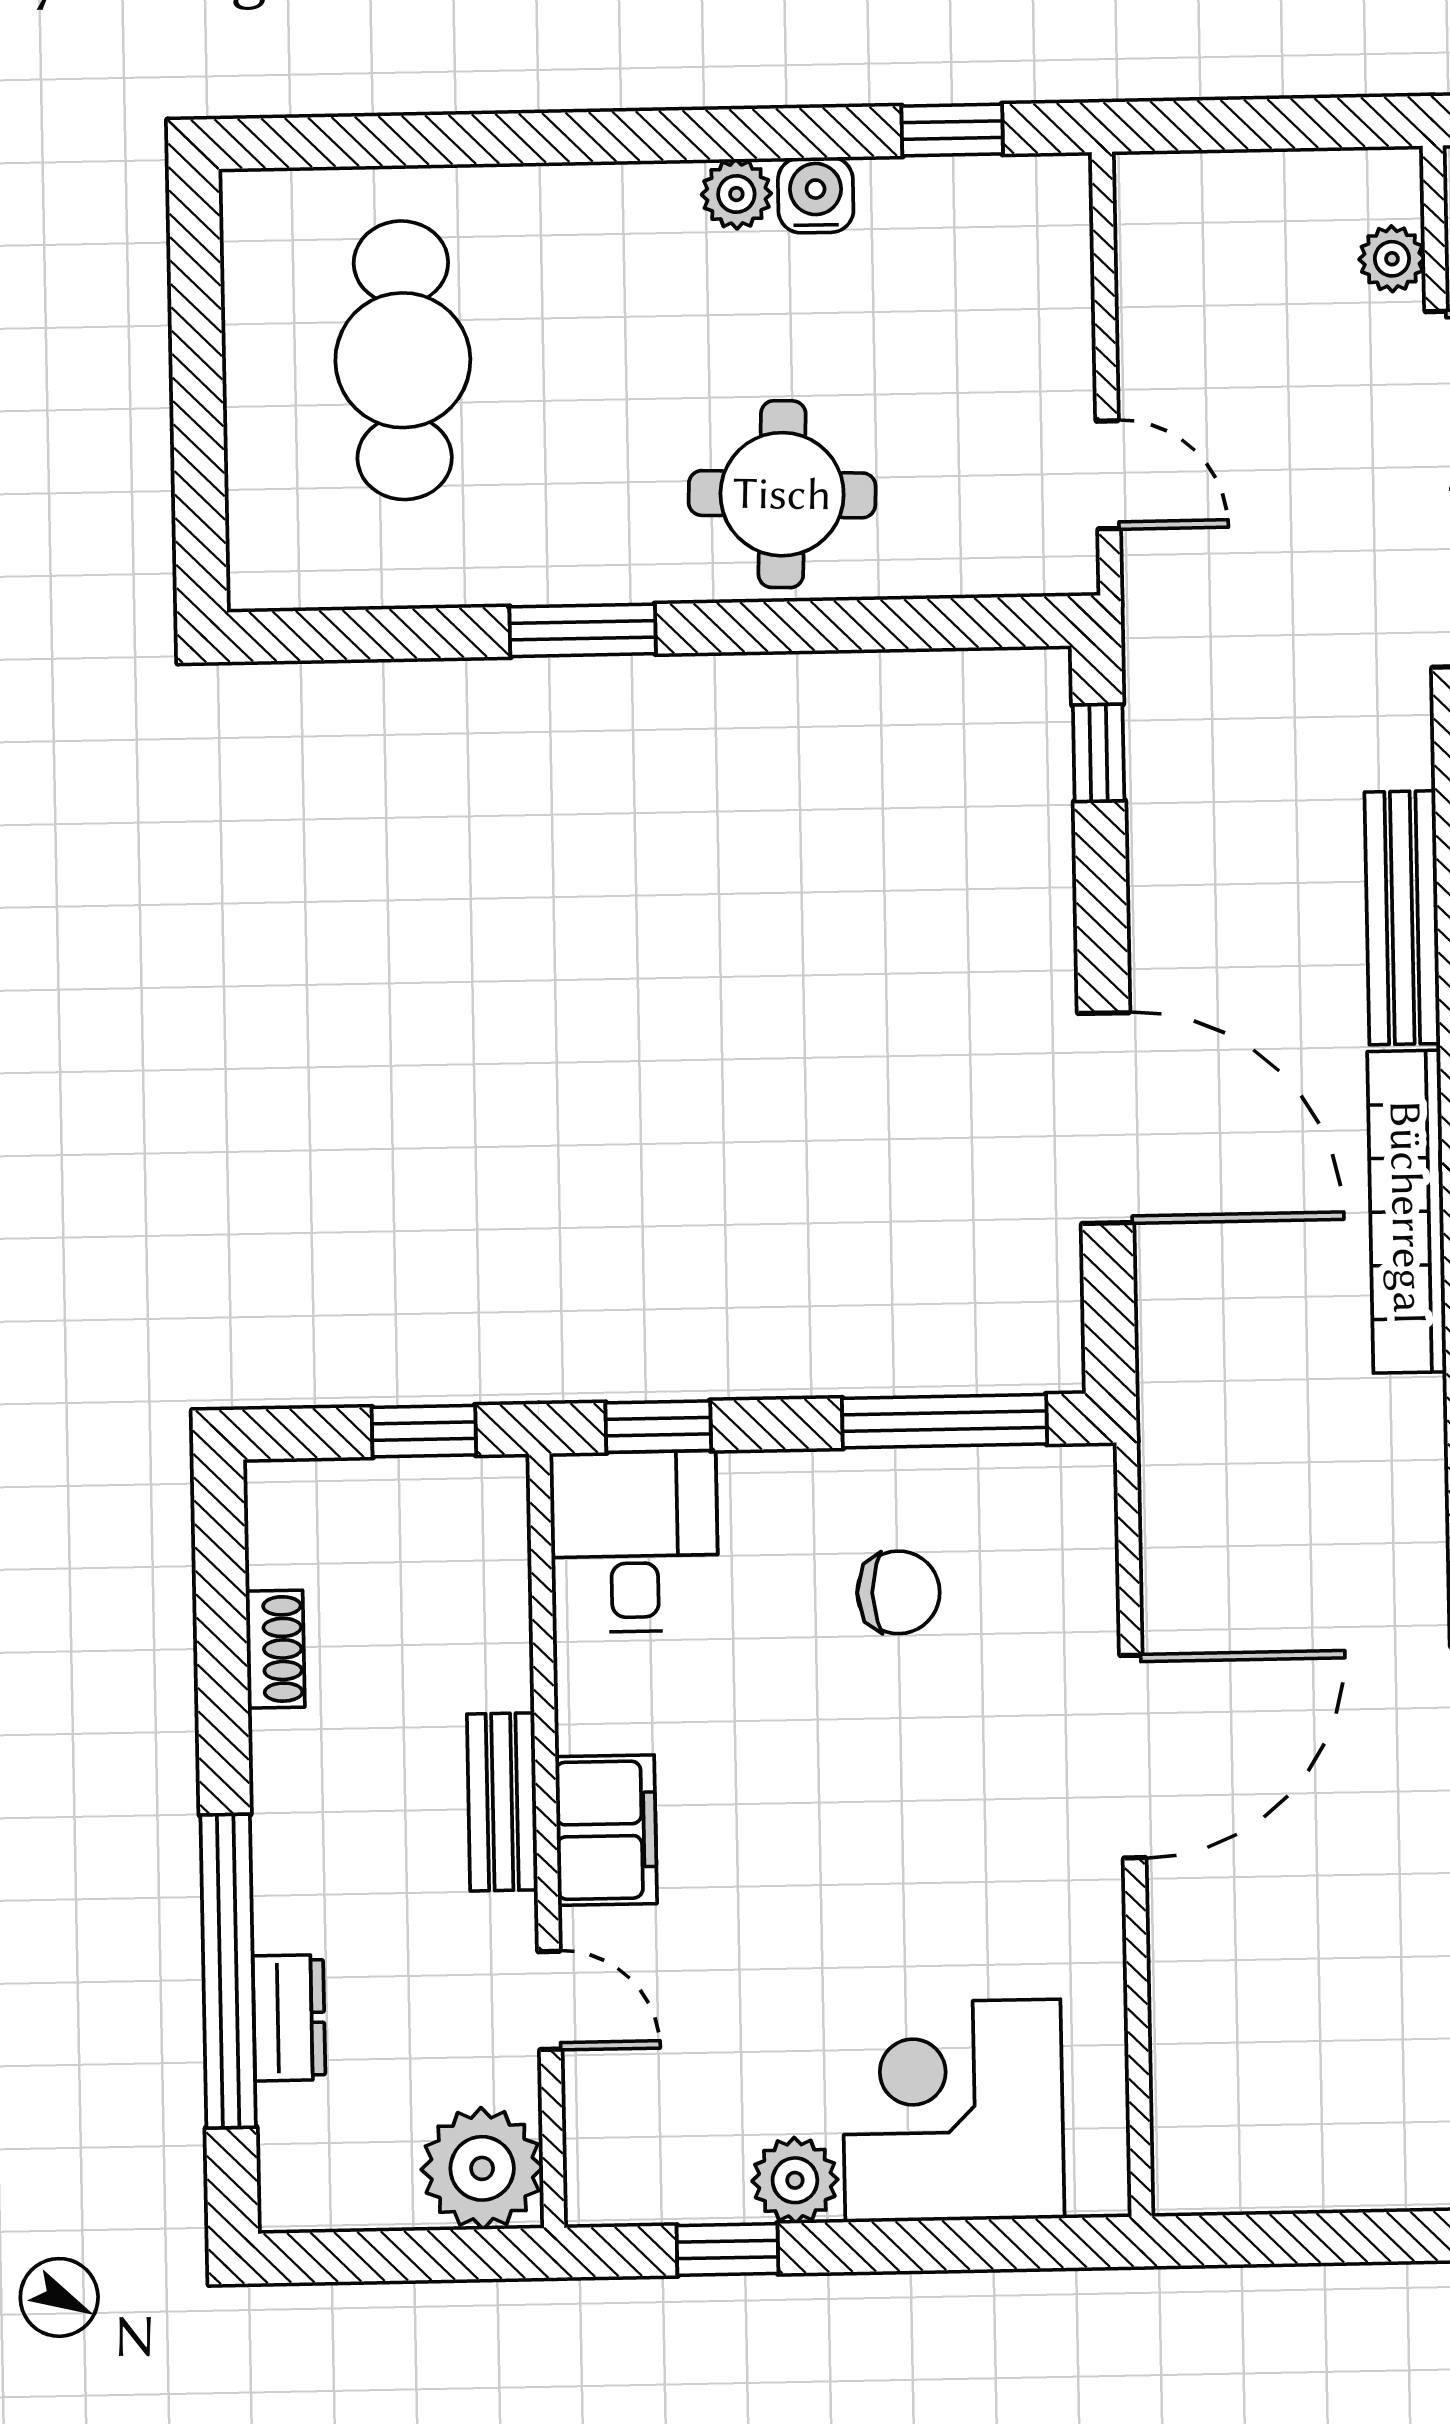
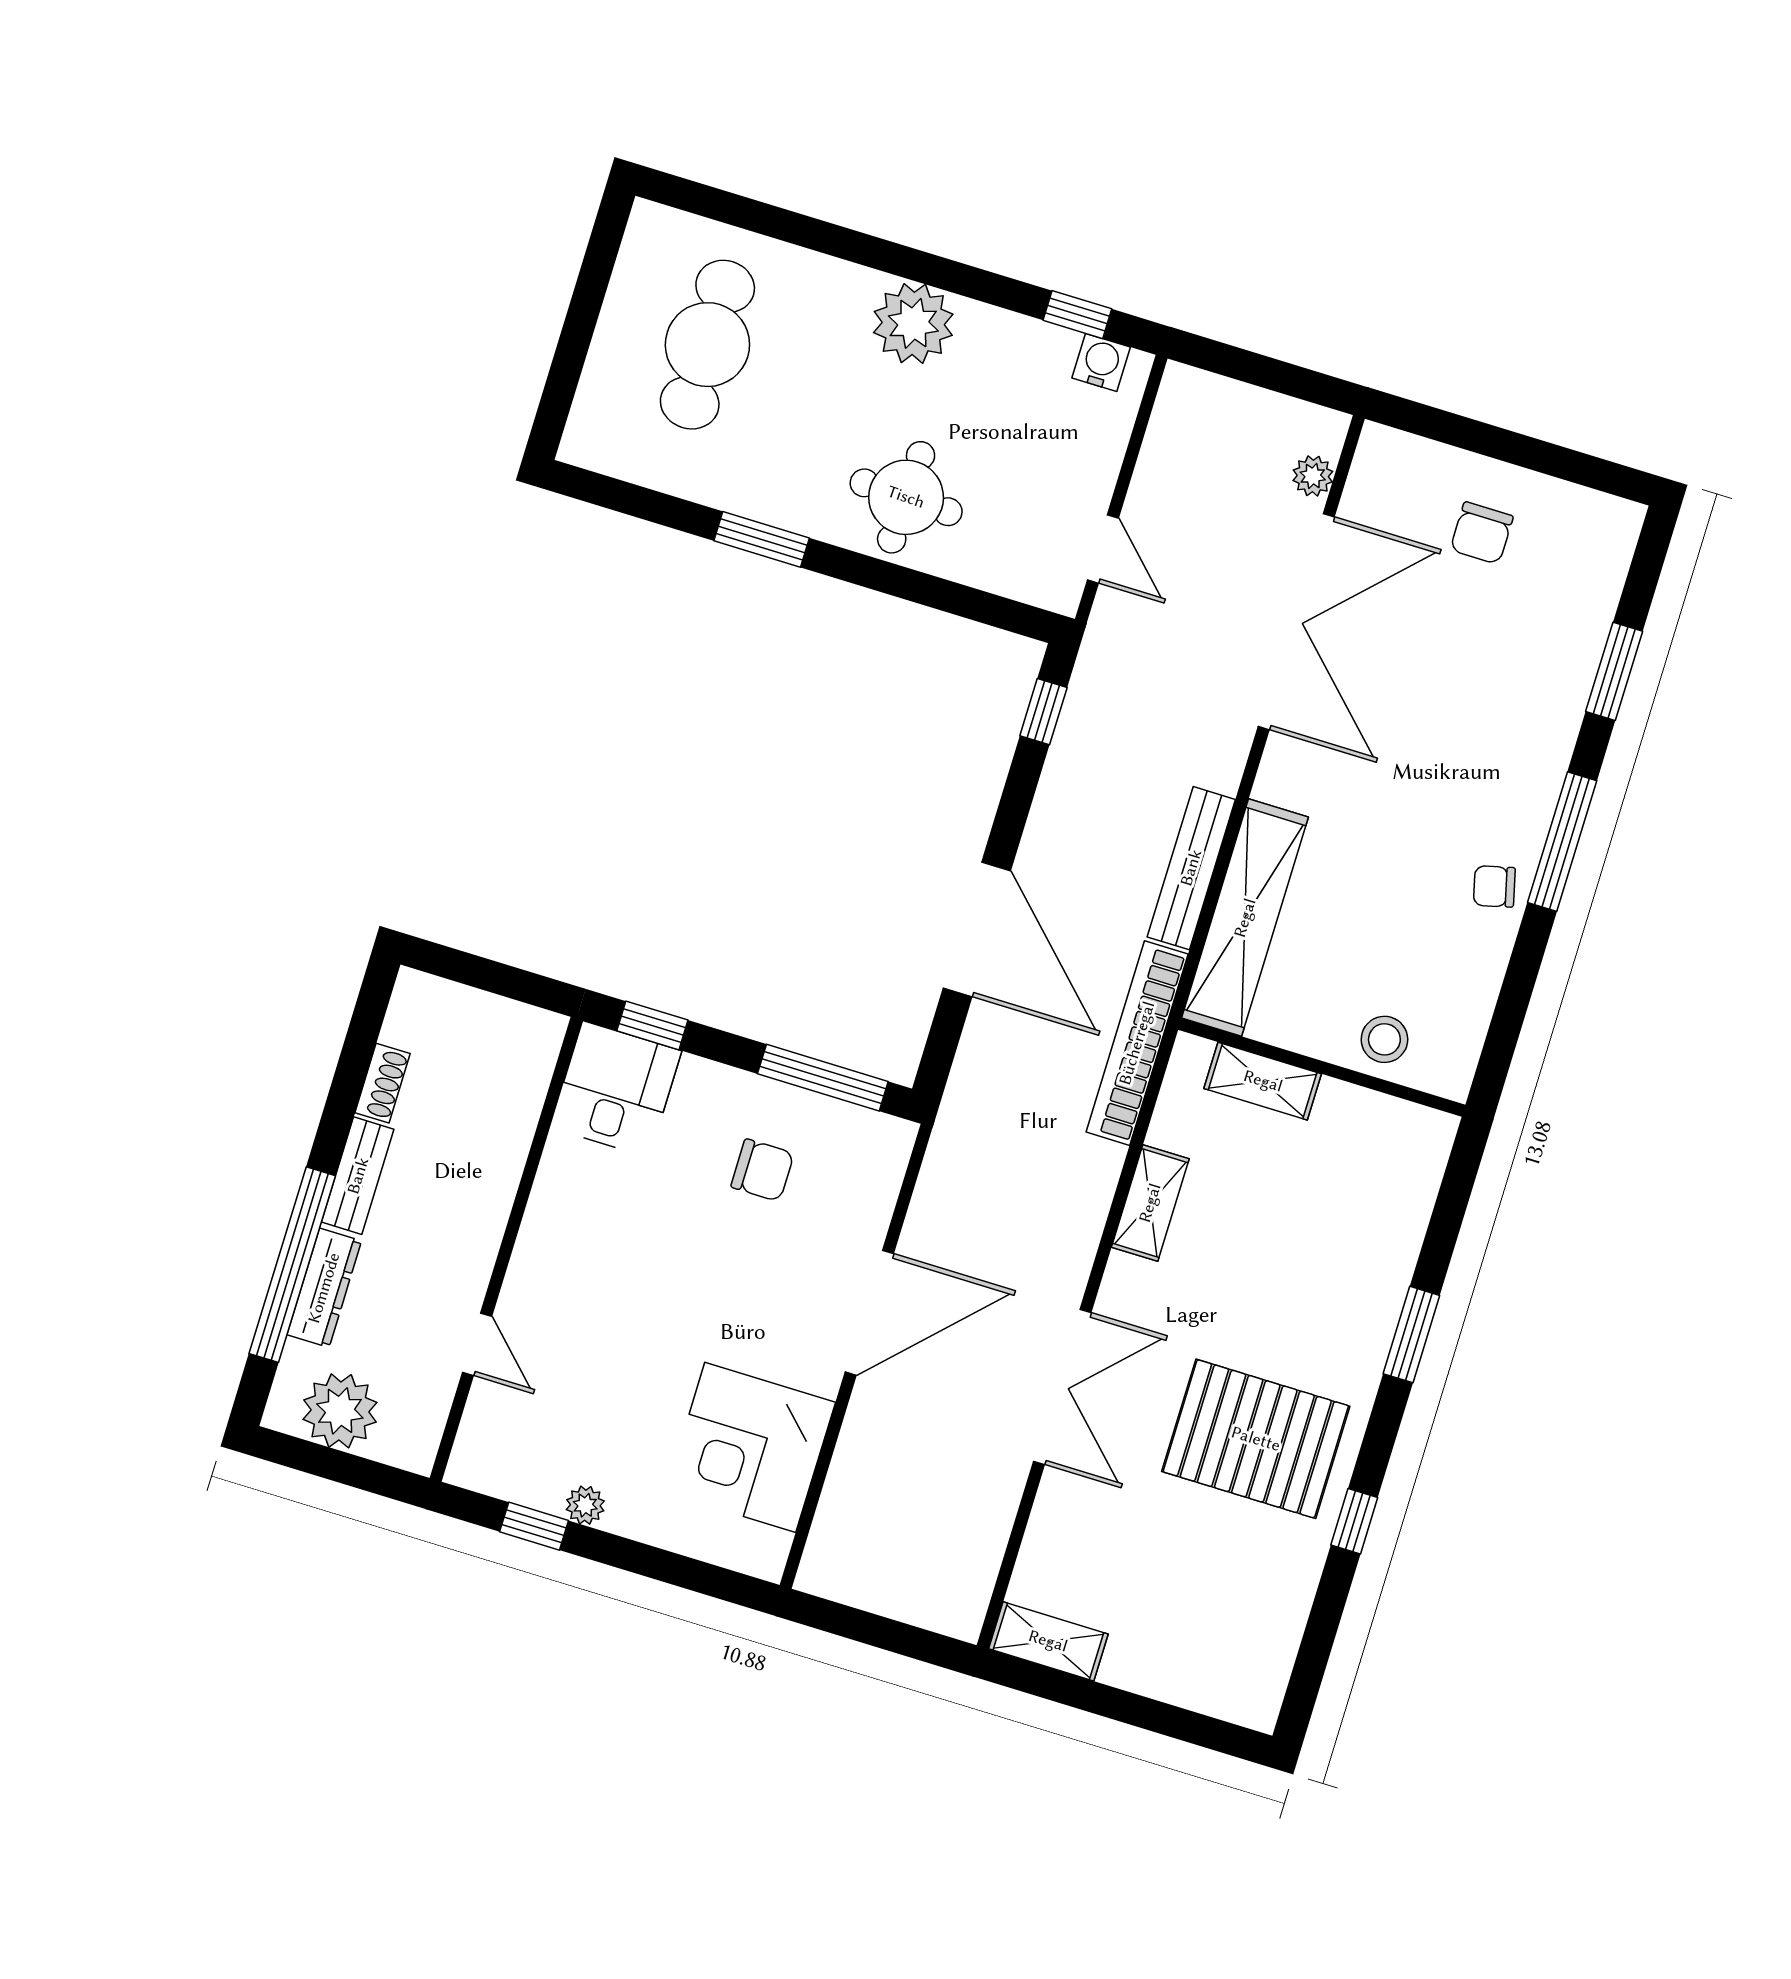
plant: (736, 194) -> (913, 323), width x1.87, depth x1.87
water cooler: (816, 195) -> (1101, 363), moved
window: (424, 1431) -> (513, 983), removed
bench: (502, 1802) -> (358, 1176), moved
filing cabinet: (606, 1830) -> (543, 1254), removed
dresser: (289, 2018) -> (324, 1288), width x1.44
corner desk: (953, 2111) -> (750, 1447), moved, turned -90
plant: (482, 2168) -> (340, 1411), moved
plant: (795, 2180) -> (585, 1505), width x0.73, depth x0.73

